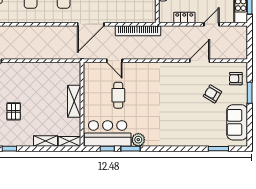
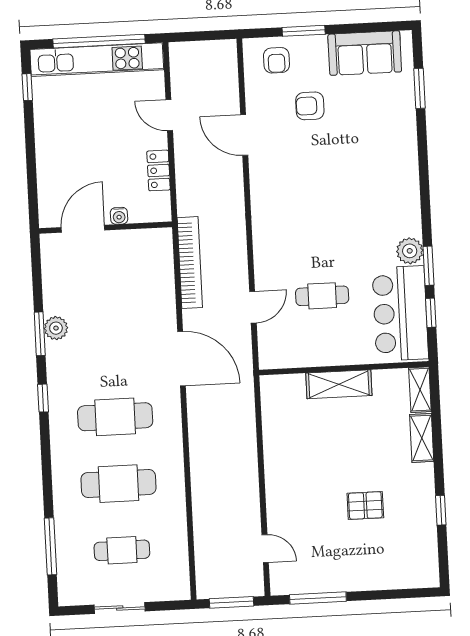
armchair: (212, 94) -> (310, 106), turned 59

